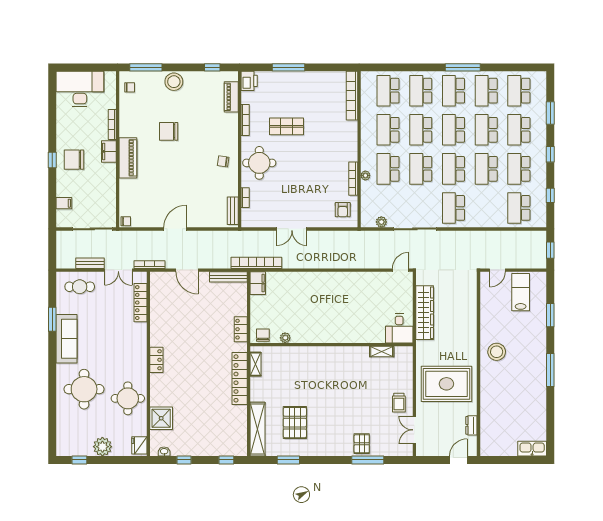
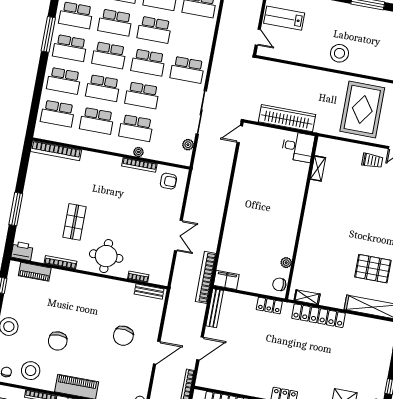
stool: (135, 111) -> (31, 371), added
chair: (223, 161) -> (123, 336), moved, width x1.87, depth x1.87
door: (175, 229) -> (157, 353), swing flipped
door: (401, 270) -> (240, 134), hinge flipped

